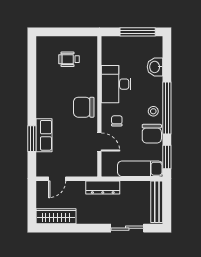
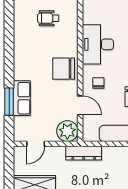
plant: (87, 167) -> (67, 131), added

